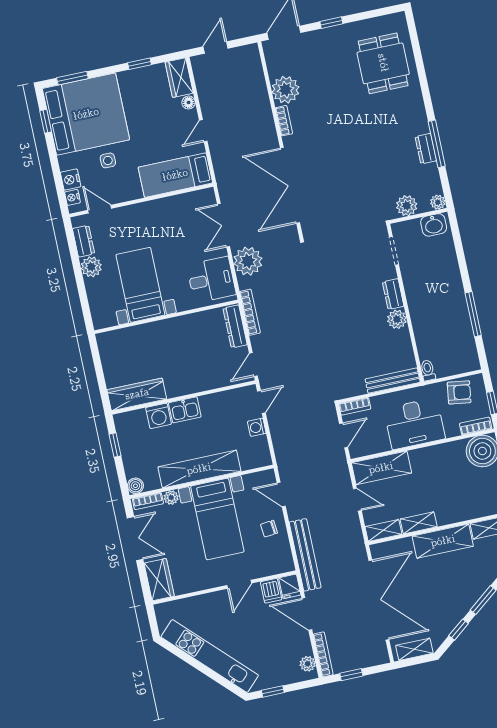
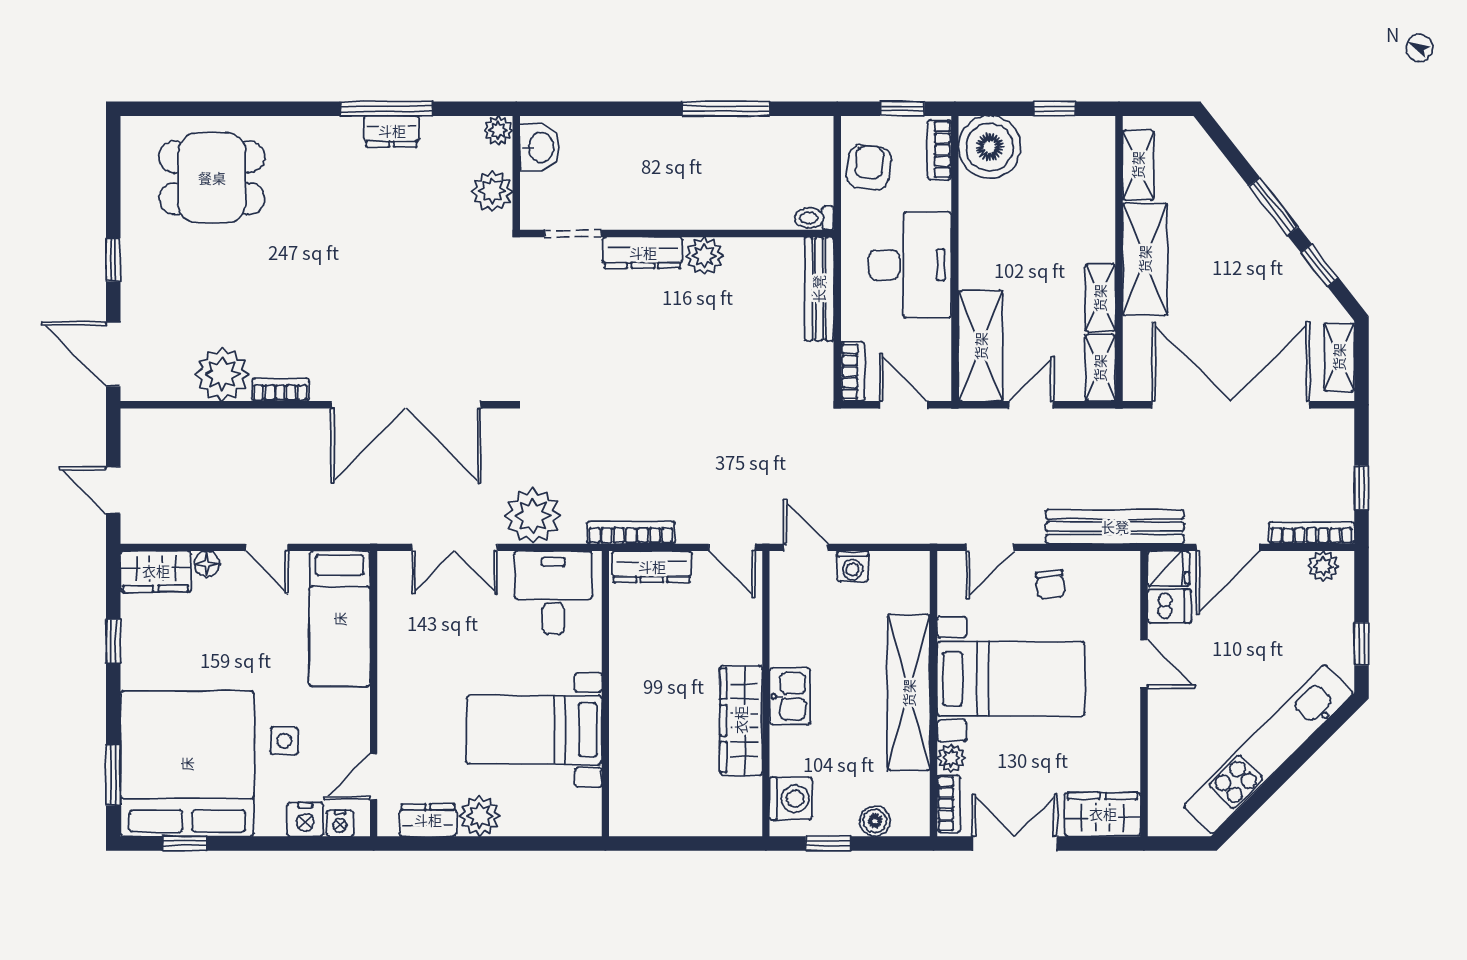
dresser: (393, 294) -> (643, 253), width x1.44
wardrobe: (137, 394) -> (741, 720), moved
washing machine: (159, 416) -> (791, 798), moved
boiler: (135, 486) -> (875, 821), moved

